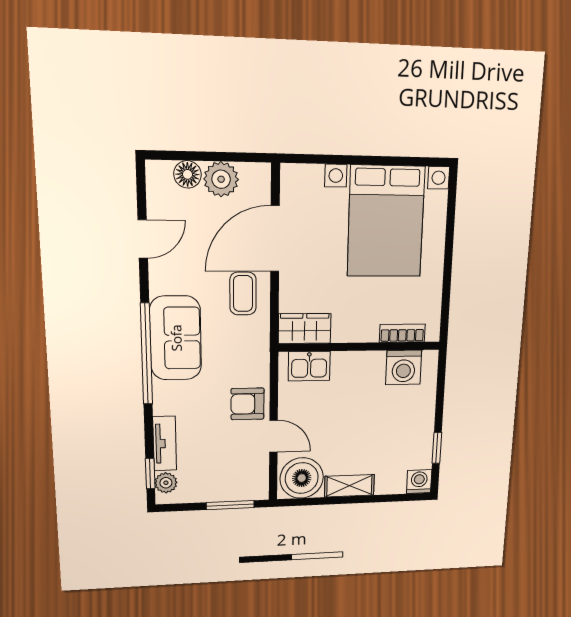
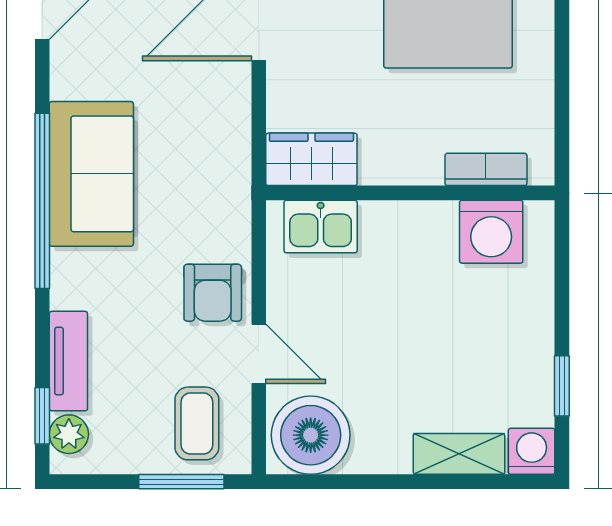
coffee table: (243, 294) -> (197, 423), moved
armchair: (247, 404) -> (213, 293), turned -90
shelving: (349, 486) -> (459, 454), moved

